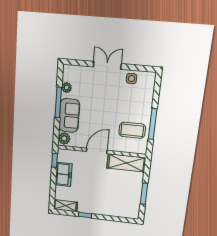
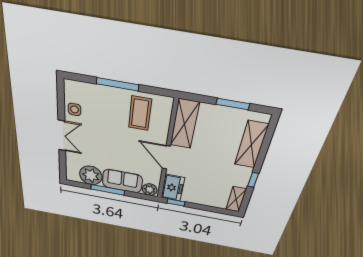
double door: (107, 65) -> (62, 136), swing flipped
plant: (67, 87) -> (91, 175), width x1.88, depth x1.88
window: (153, 124) -> (118, 84), moved
freezer: (64, 174) -> (173, 188), moved, turned 90
shelving: (114, 210) -> (251, 145), added

